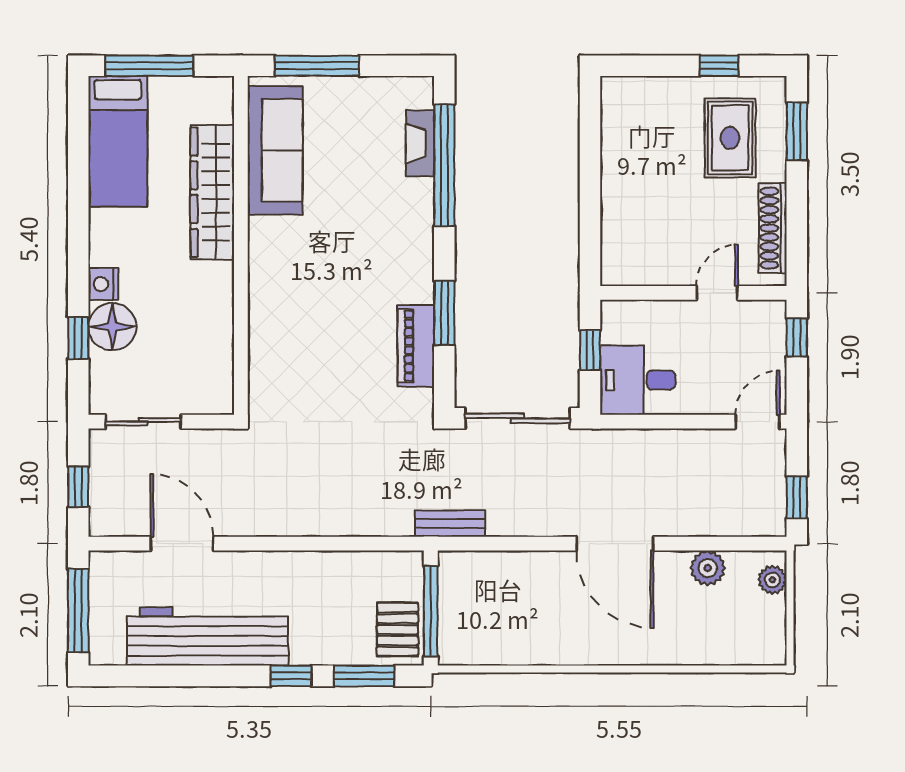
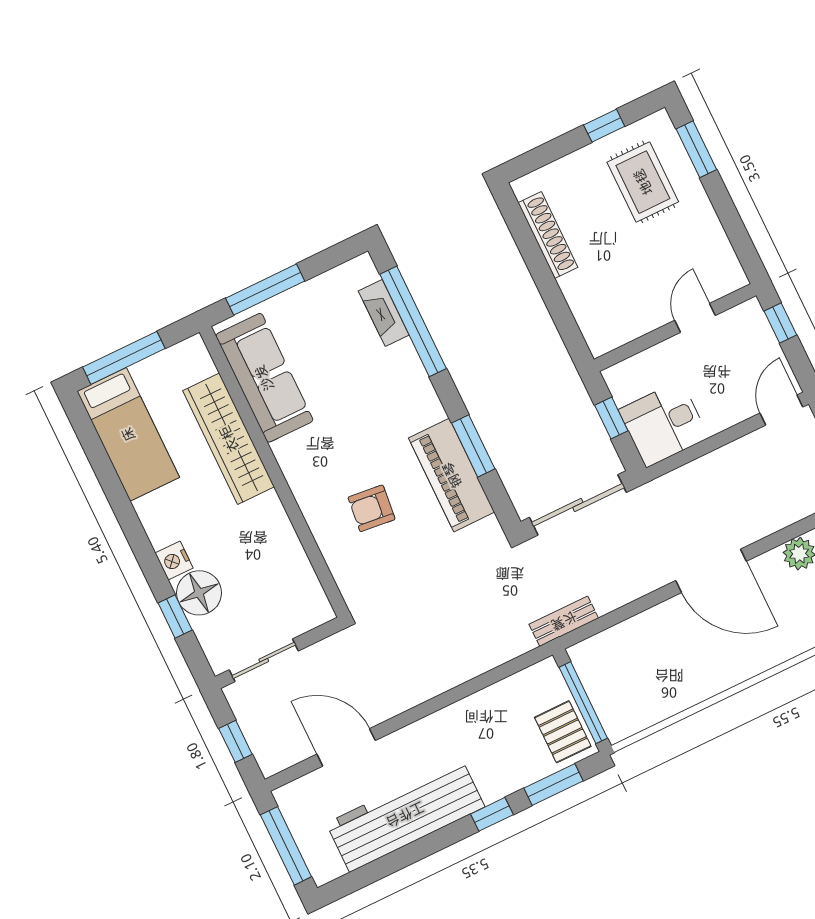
shoe rack: (773, 228) -> (548, 235), moved, turned 180
armchair: (317, 326) -> (372, 508), added
piano: (416, 346) -> (452, 475), width x1.37, depth x1.33

